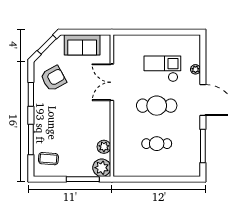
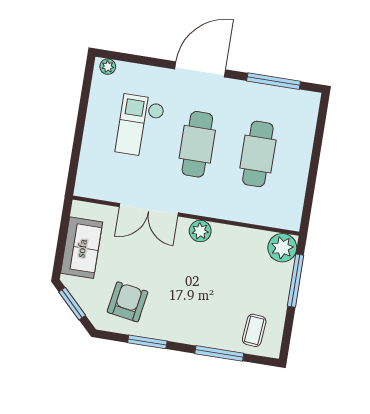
plant: (195, 69) -> (108, 67), moved
armchair: (53, 78) -> (128, 302), turned 38
cafe table: (157, 144) -> (258, 154), width x1.37, depth x1.35
plant: (104, 147) -> (200, 231), moved

